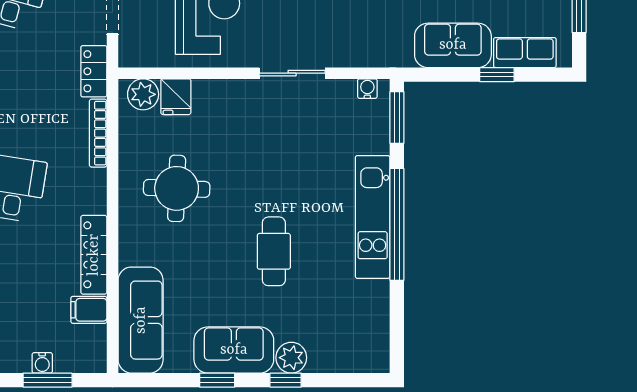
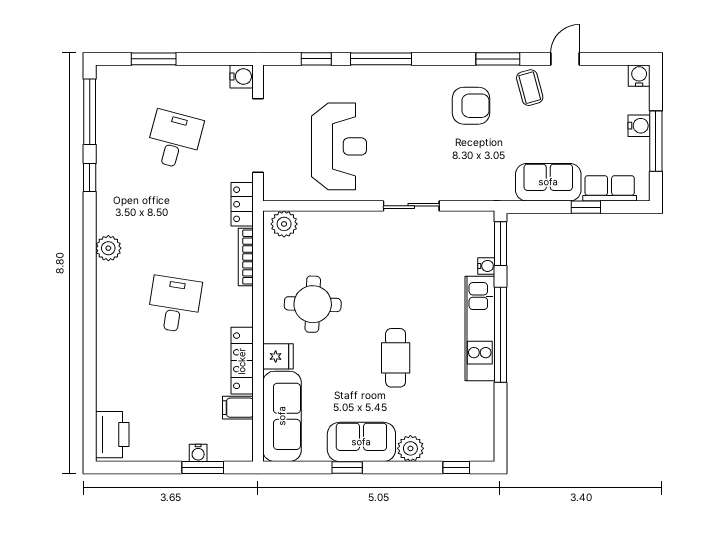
water cooler: (367, 89) -> (486, 266), moved, turned 90
fridge: (176, 97) -> (278, 356), moved, turned -90
window: (286, 380) -> (456, 468), moved

